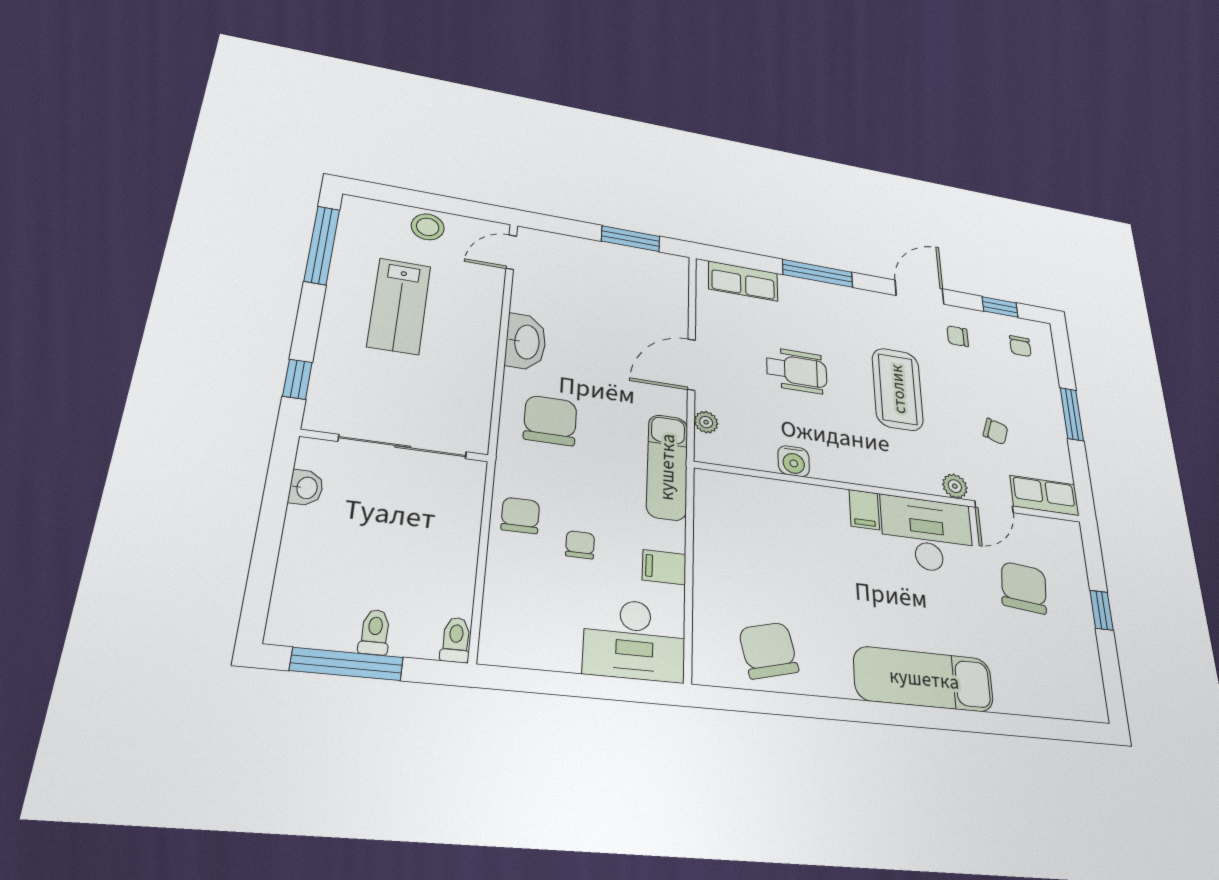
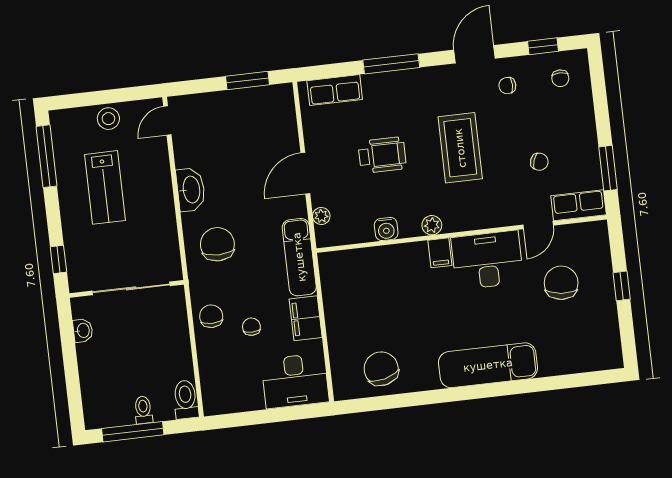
window: (1072, 414) -> (608, 168), moved
plant: (955, 486) -> (432, 225), moved
filing cabinet: (664, 567) -> (306, 318), width x2.00
toilet: (456, 640) -> (186, 399), width x1.37, depth x1.39

